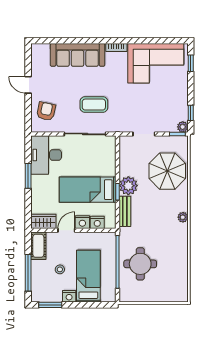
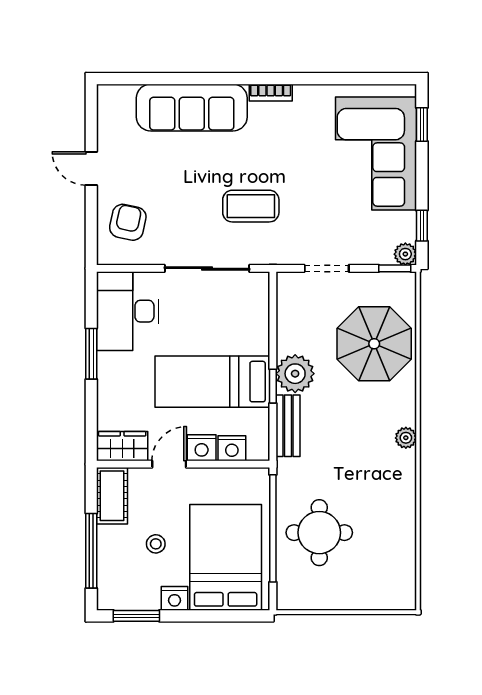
corner sofa: (156, 63) -> (376, 154), moved, turned 90
coffee table: (94, 105) -> (251, 206), moved
bed: (88, 276) -> (226, 557), width x1.50

